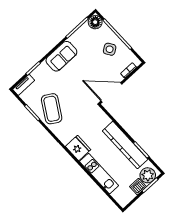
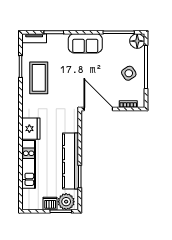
coffee table: (52, 109) -> (39, 78), turned -31

